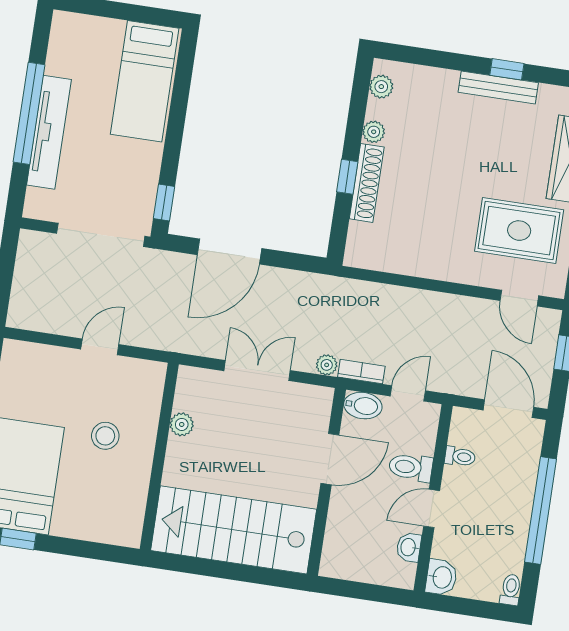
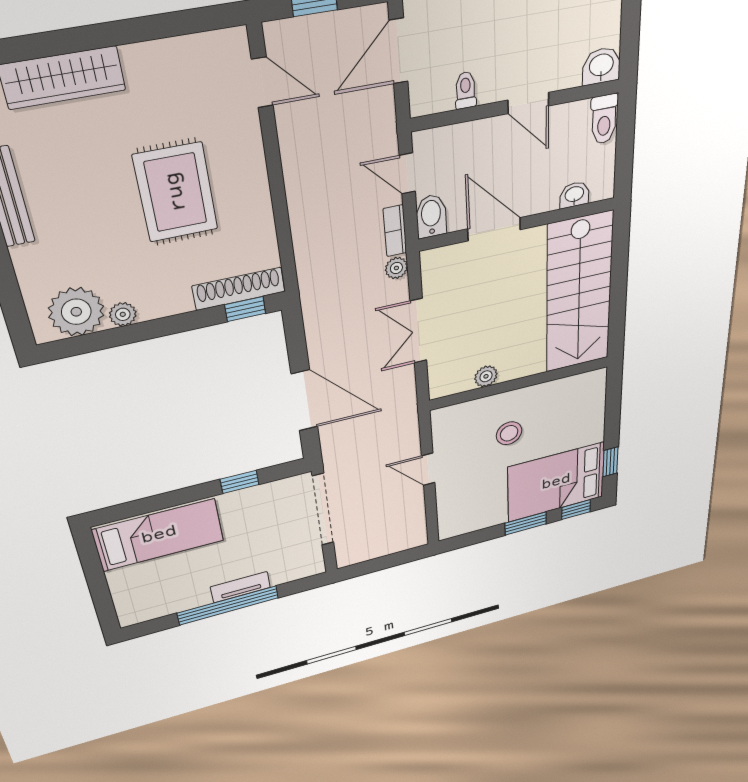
plant: (381, 87) -> (76, 312), width x1.88, depth x1.88
tv unit: (49, 132) -> (240, 587), width x0.52, depth x0.78
window: (347, 177) -> (245, 309), moved
shoe rack: (367, 183) -> (239, 289), moved
window: (164, 203) -> (240, 482), moved
rug: (519, 231) -> (176, 192), moved
door: (519, 298) -> (262, 82), hinge flipped
toilet: (411, 467) -> (604, 119), moved
washbasin: (409, 547) -> (574, 195), moved, turned 180

